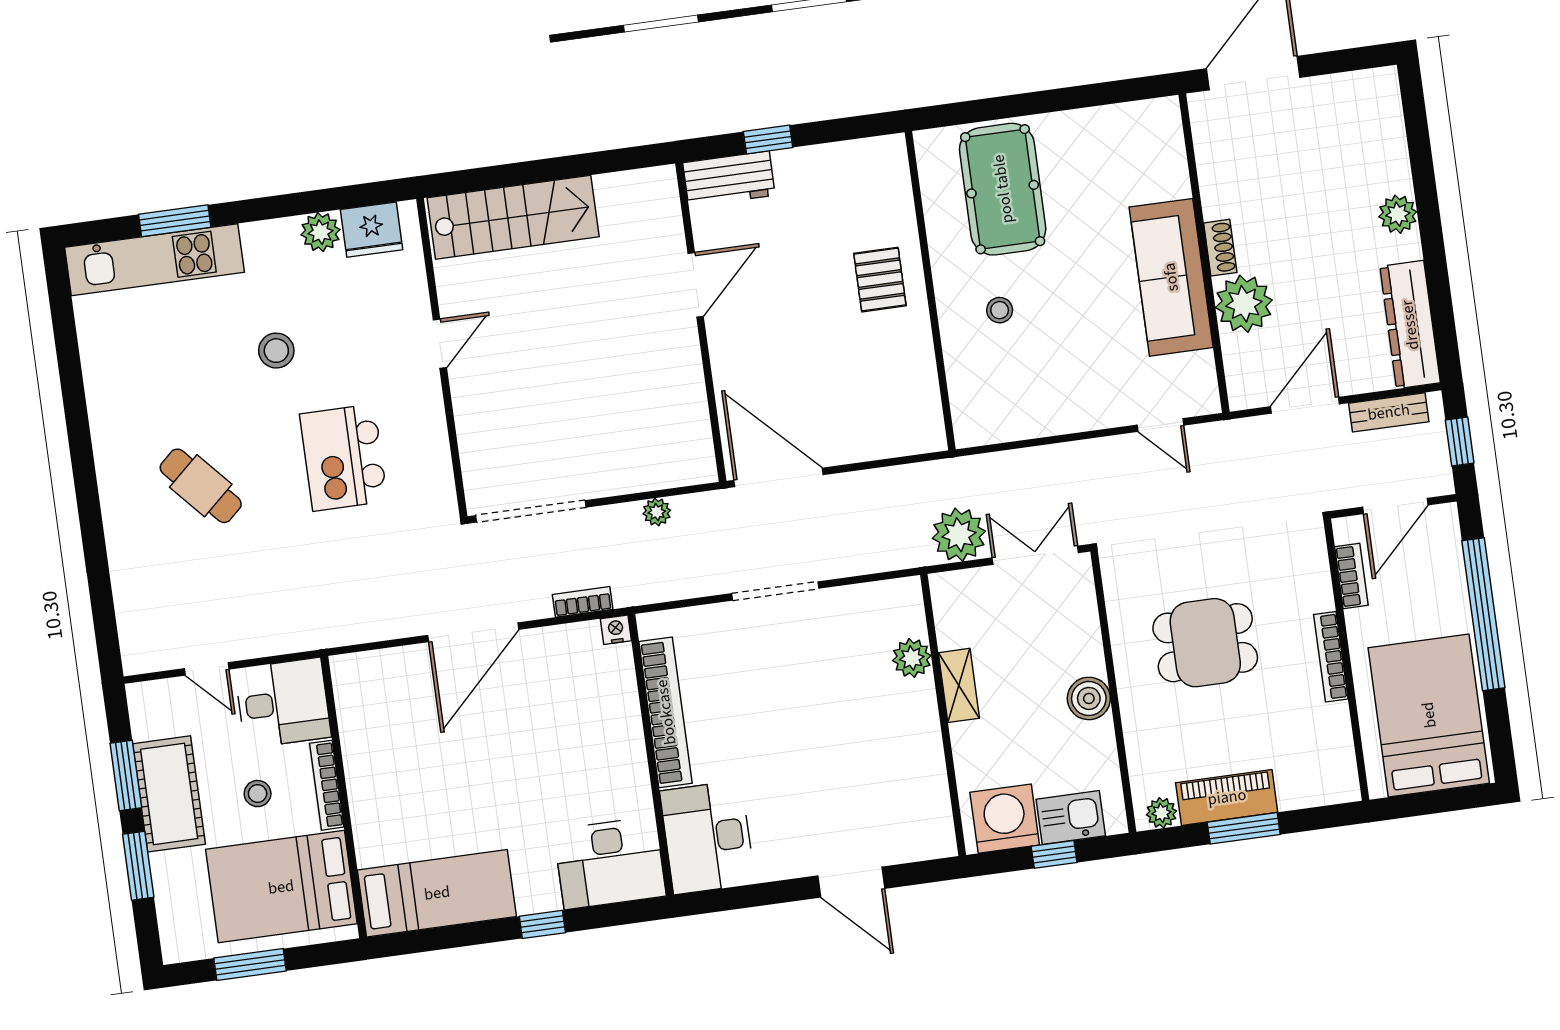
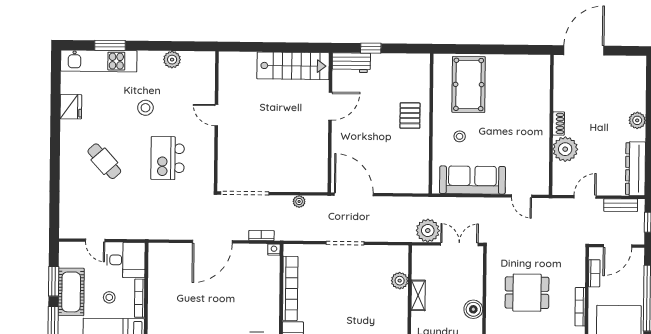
stairs: (513, 217) -> (293, 66), moved
fridge: (372, 230) -> (71, 107), moved, turned -90
sofa: (1171, 277) -> (472, 180), moved, turned 90
door: (440, 344) -> (216, 115), swing flipped
door: (1305, 405) -> (585, 197), width x0.73

